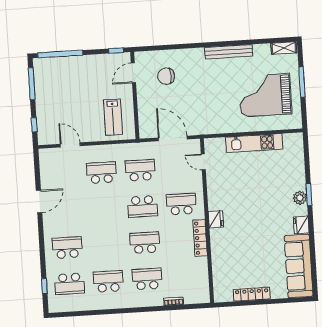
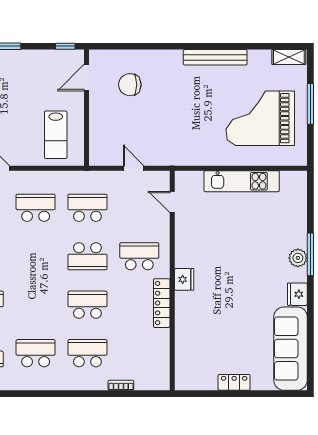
door: (173, 138) -> (134, 168), width x0.53
window: (309, 195) -> (310, 254), width x1.44
locker: (252, 294) -> (234, 382), width x0.66

